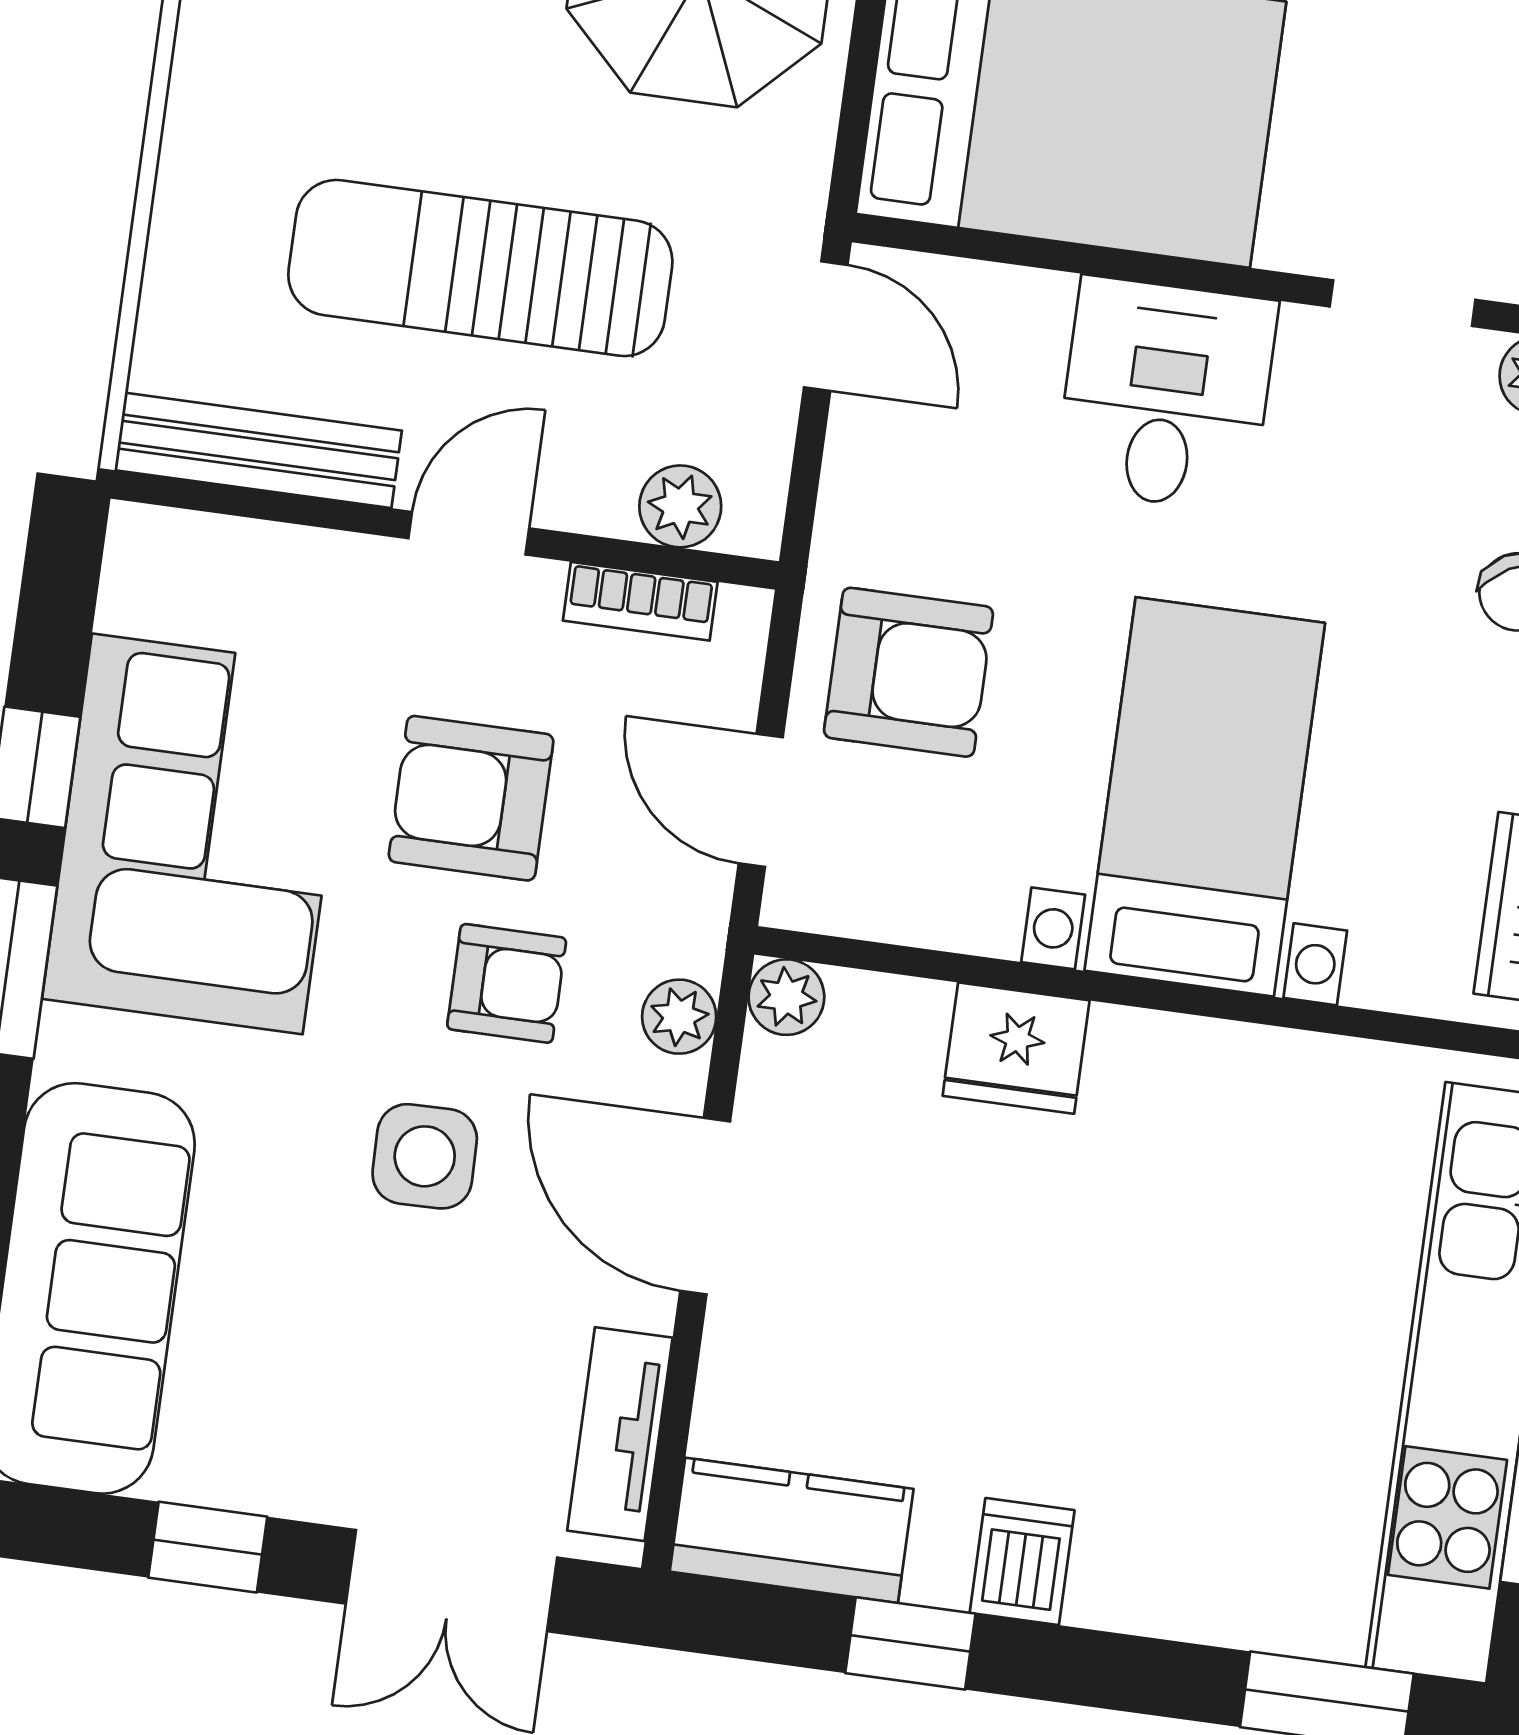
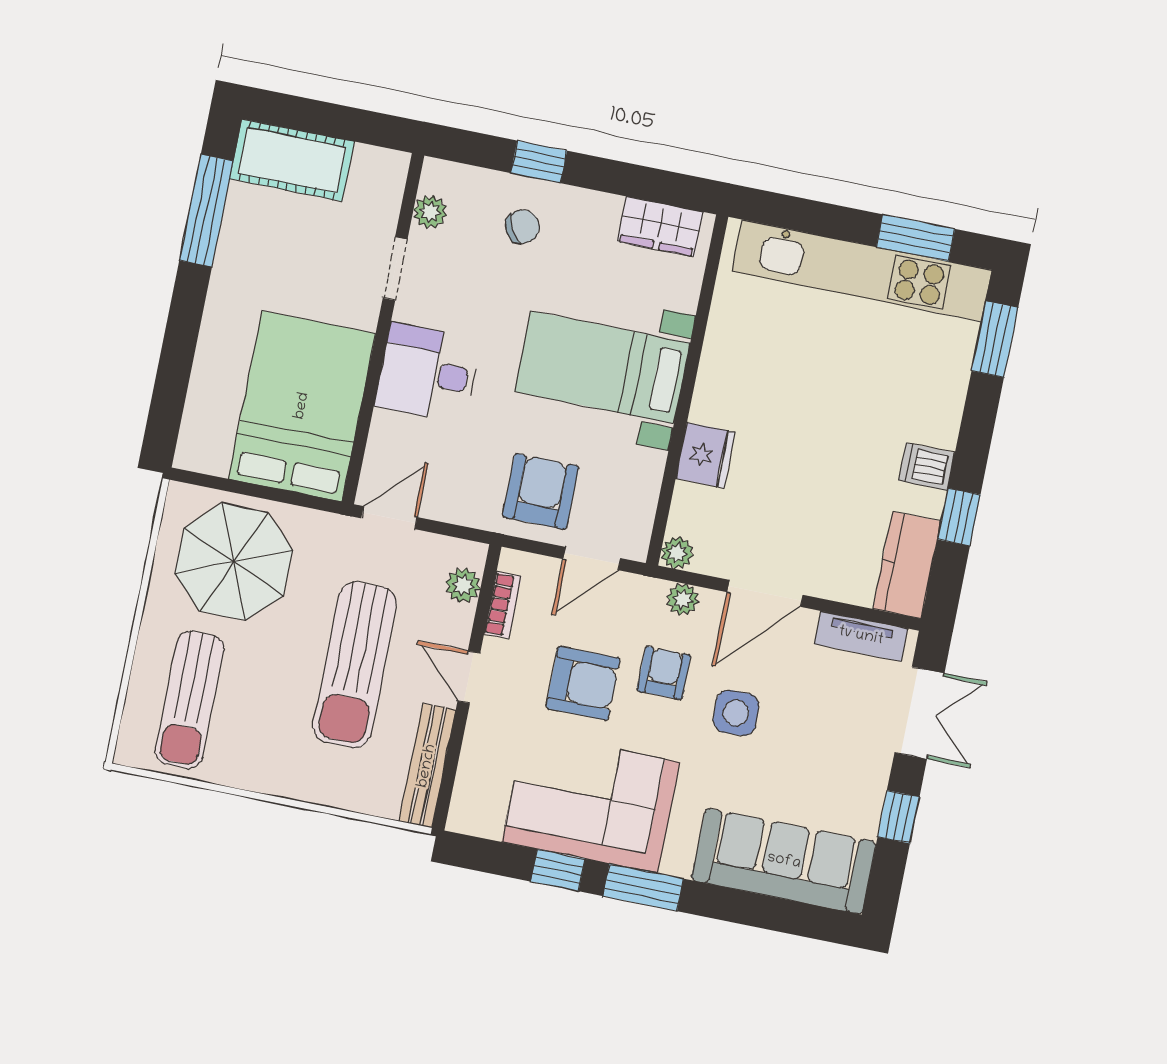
armchair: (471, 798) -> (583, 683), turned -90

